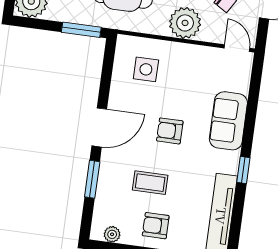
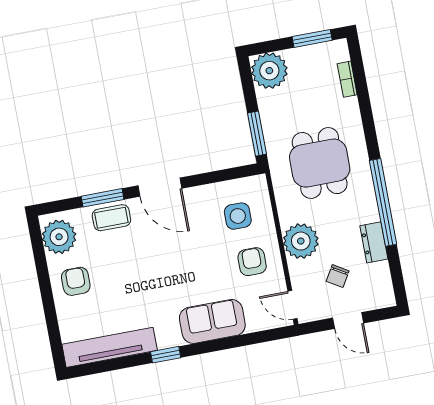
door: (237, 48) -> (292, 305), swing flipped
armchair: (170, 131) -> (252, 262), moved
coffee table: (150, 183) -> (111, 218), moved, turned 90
plant: (112, 234) -> (59, 237), width x1.87, depth x1.87

